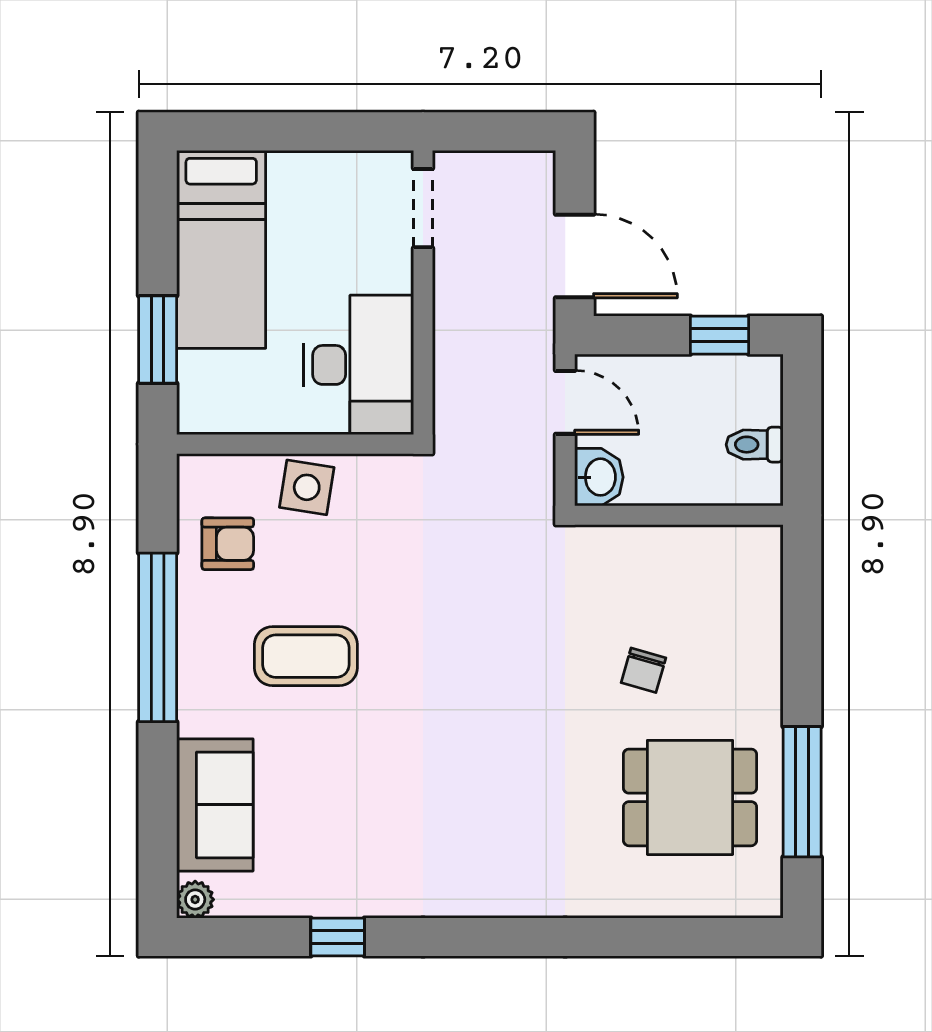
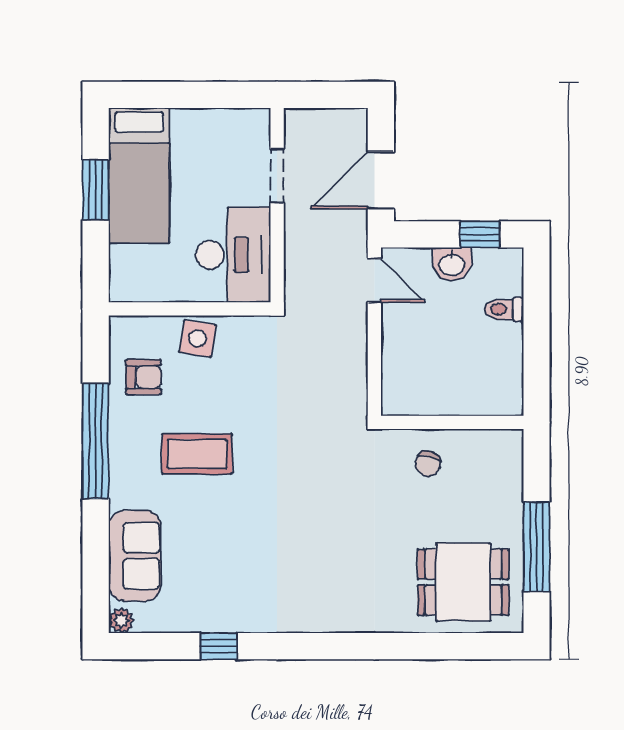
doorway: (423, 208) -> (277, 176), moved
door: (575, 256) -> (381, 180), swing flipped
window: (158, 339) -> (96, 190), moved
washbasin: (599, 477) -> (452, 264), moved, turned 90
wall: (679, 515) -> (452, 422), moved
dining table: (690, 797) -> (463, 582), moved

